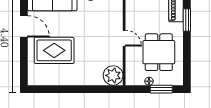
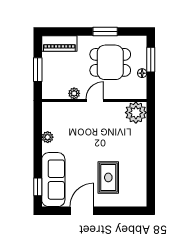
plant: (131, 19) -> (74, 93), added
window: (187, 20) -> (105, 31), moved
rug: (54, 50) -> (108, 177), width x0.73, depth x0.70

